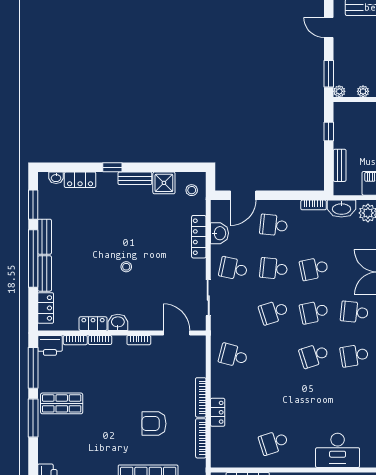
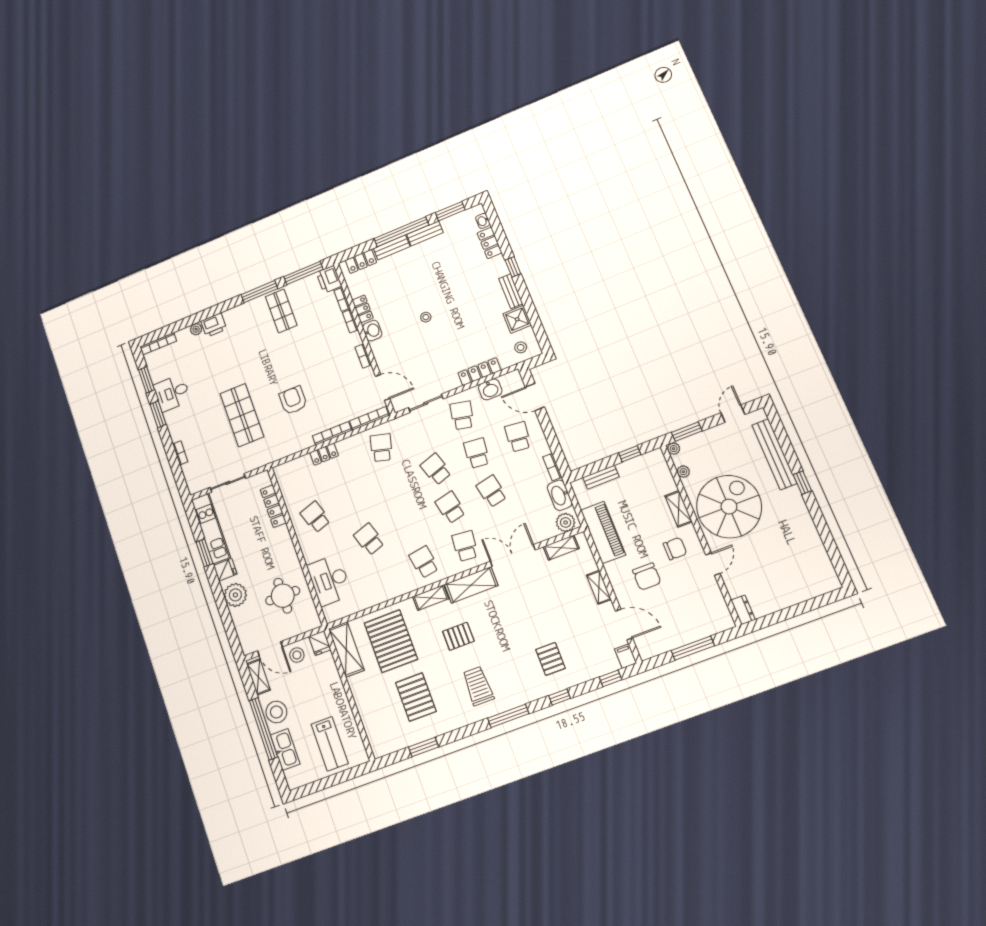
door: (177, 333) -> (383, 387), hinge flipped
school desk: (314, 355) -> (369, 539), moved
bookcase: (201, 438) -> (369, 418), moved

